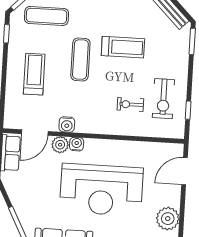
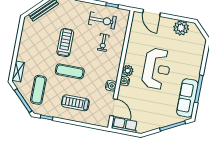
plant: (60, 145) -> (128, 71), moved
reception desk: (101, 190) -> (157, 69), width x0.74, depth x0.77

